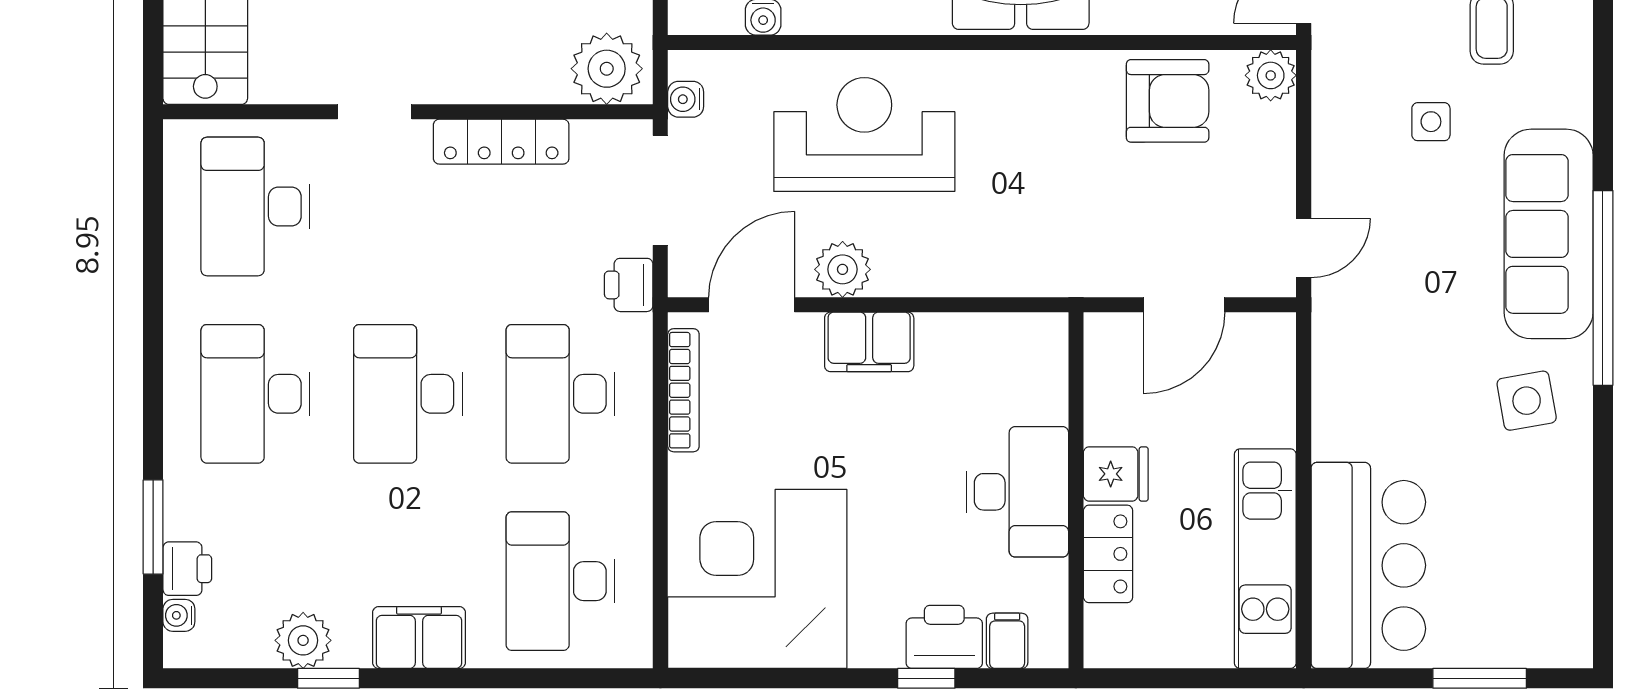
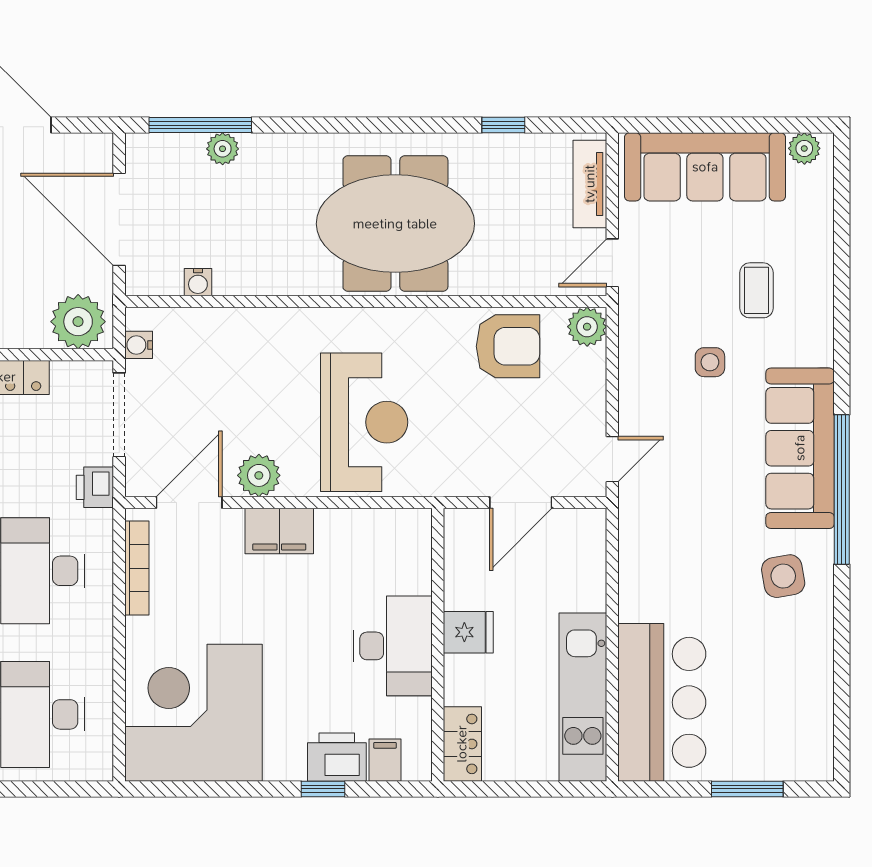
reception desk: (864, 134) -> (364, 422), moved, turned 90
locker: (1108, 554) -> (462, 744), moved

